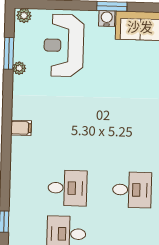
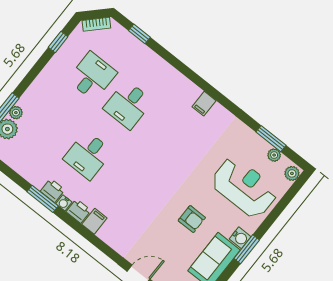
plant: (19, 68) -> (274, 155), moved
armchair: (121, 68) -> (192, 219), added

